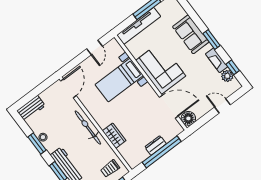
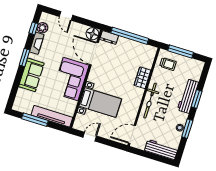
workbench: (31, 108) -> (161, 150), width x1.38
dresser: (156, 145) -> (109, 37), moved

